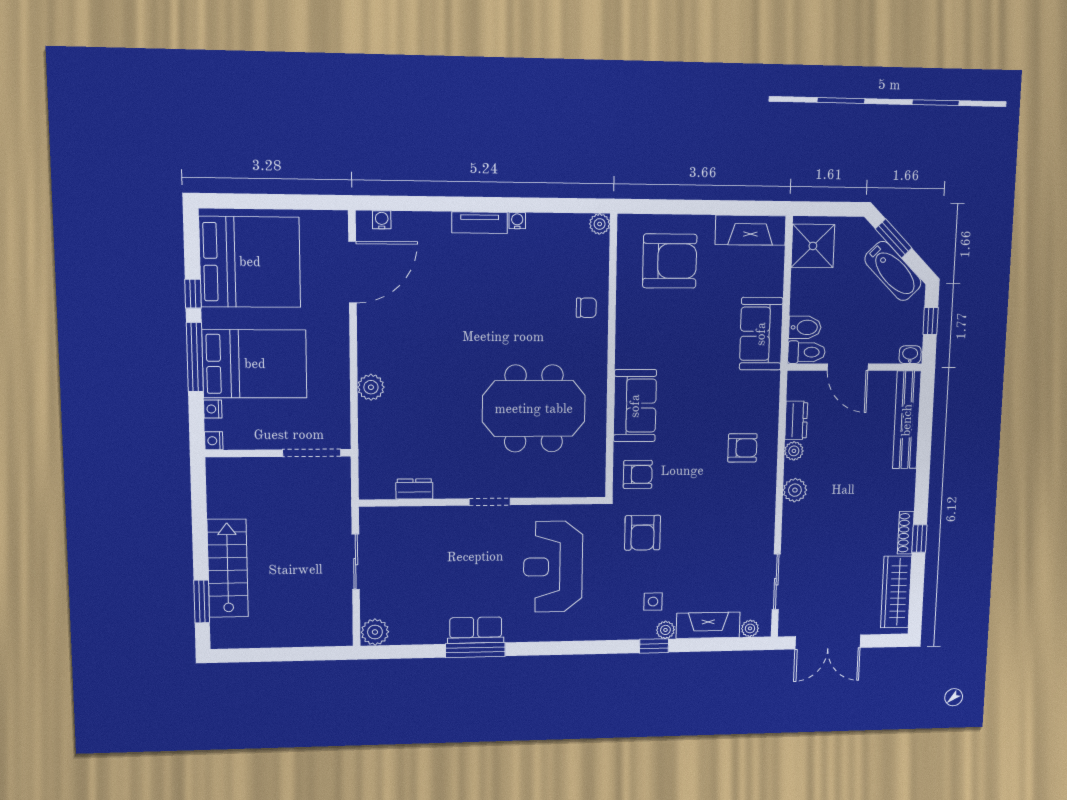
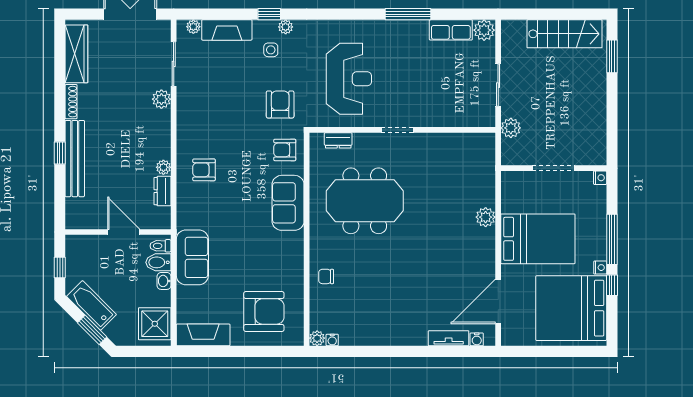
water cooler: (517, 221) -> (332, 340), moved
tv unit: (480, 223) -> (449, 338), moved
armchair: (670, 261) -> (264, 311), turned 180
toilet: (806, 352) -> (161, 246), width x0.73, depth x0.72
washbasin: (910, 355) -> (164, 281), moved, turned 90
bed: (255, 364) -> (538, 239), moved, turned 180
nightstand: (213, 409) -> (600, 268), moved
bench: (907, 420) -> (75, 159), moved
doorway: (312, 453) -> (554, 168), moved
dresser: (414, 489) -> (338, 140), moved
plant: (795, 490) -> (161, 99), moved
plant: (338, 506) -> (511, 128), added
window: (919, 538) -> (60, 153), moved
stairs: (228, 568) -> (564, 34), moved, turned -90
row of seats: (476, 630) -> (451, 30), moved
plant: (665, 630) -> (286, 27), moved

